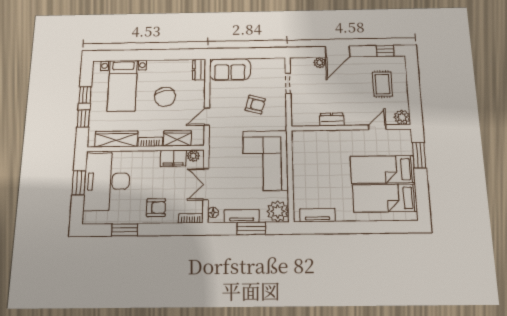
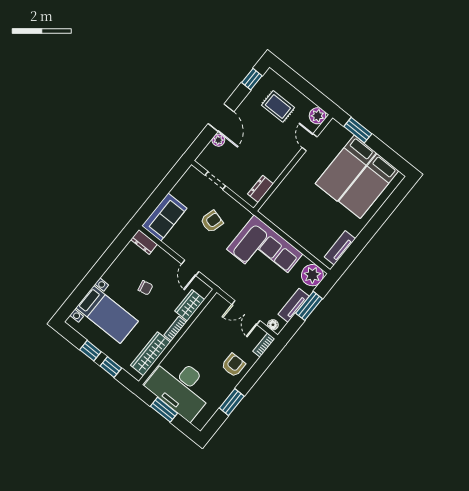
chair: (165, 97) -> (145, 288), width x0.54, depth x0.54
dresser: (332, 120) -> (260, 189), moved
plant: (193, 156) -> (215, 304), removed
filing cabinet: (173, 158) -> (204, 321), removed

